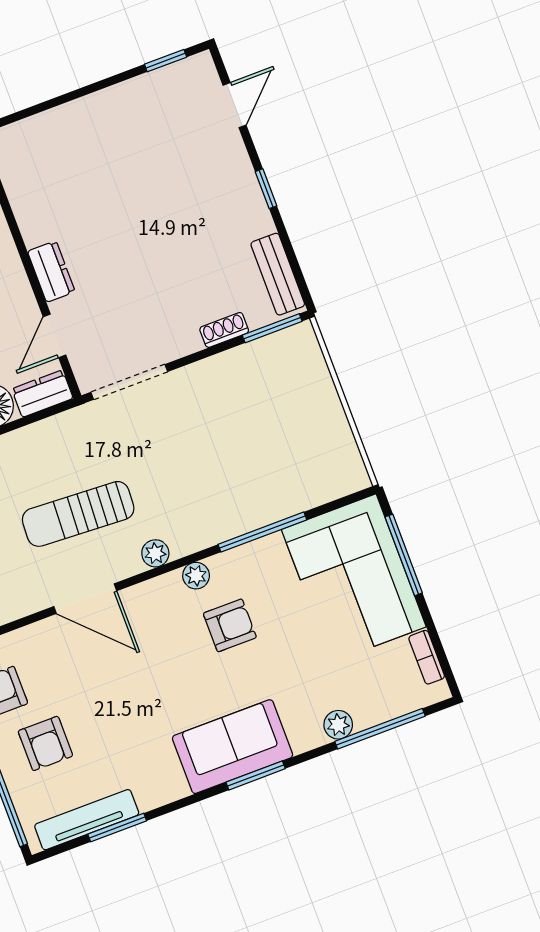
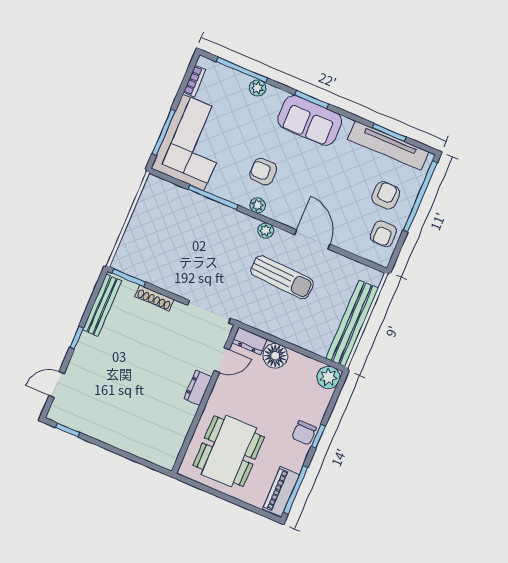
bench: (278, 274) -> (102, 305), width x1.36
shoe rack: (224, 330) -> (154, 298), width x1.43
tv unit: (87, 820) -> (388, 146), width x1.36, depth x1.29

